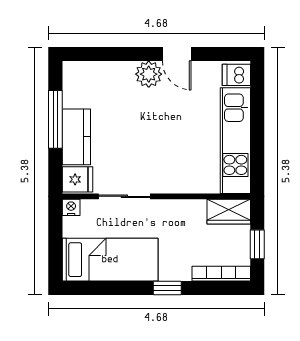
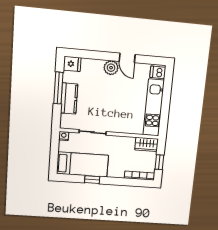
fridge: (77, 179) -> (72, 64), moved
window: (167, 288) -> (92, 180), moved

